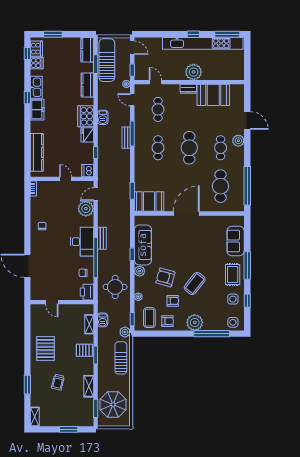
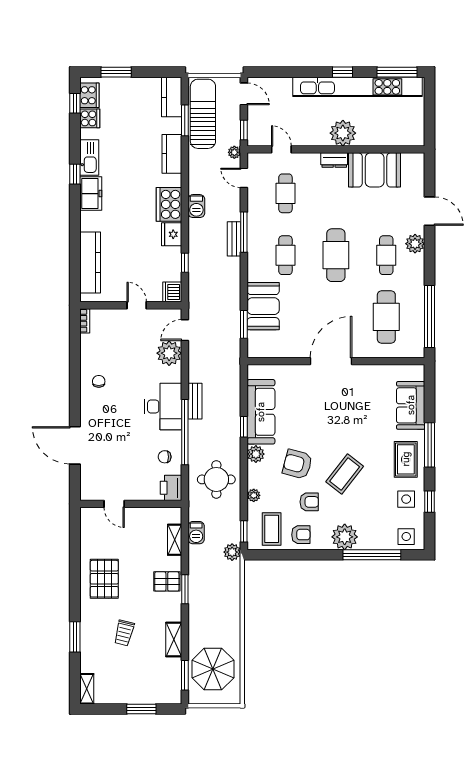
booth: (149, 202) -> (263, 306), moved, turned 90
sun lounger: (121, 358) -> (226, 594), removed

